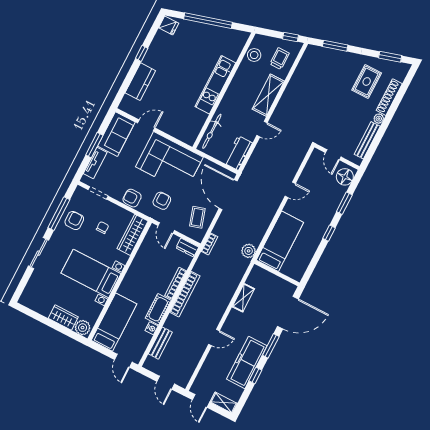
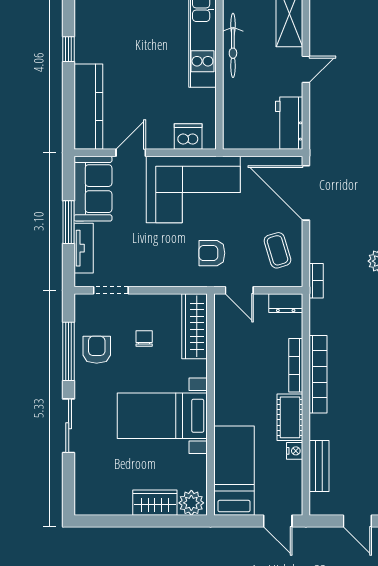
kitchen counter: (140, 82) -> (88, 107), width x1.50
bicycle: (212, 131) -> (233, 45), moved
dishwasher: (181, 132) -> (188, 136), added
armchair: (132, 198) -> (166, 272), removed
armchair: (162, 201) -> (212, 253), turned -90

